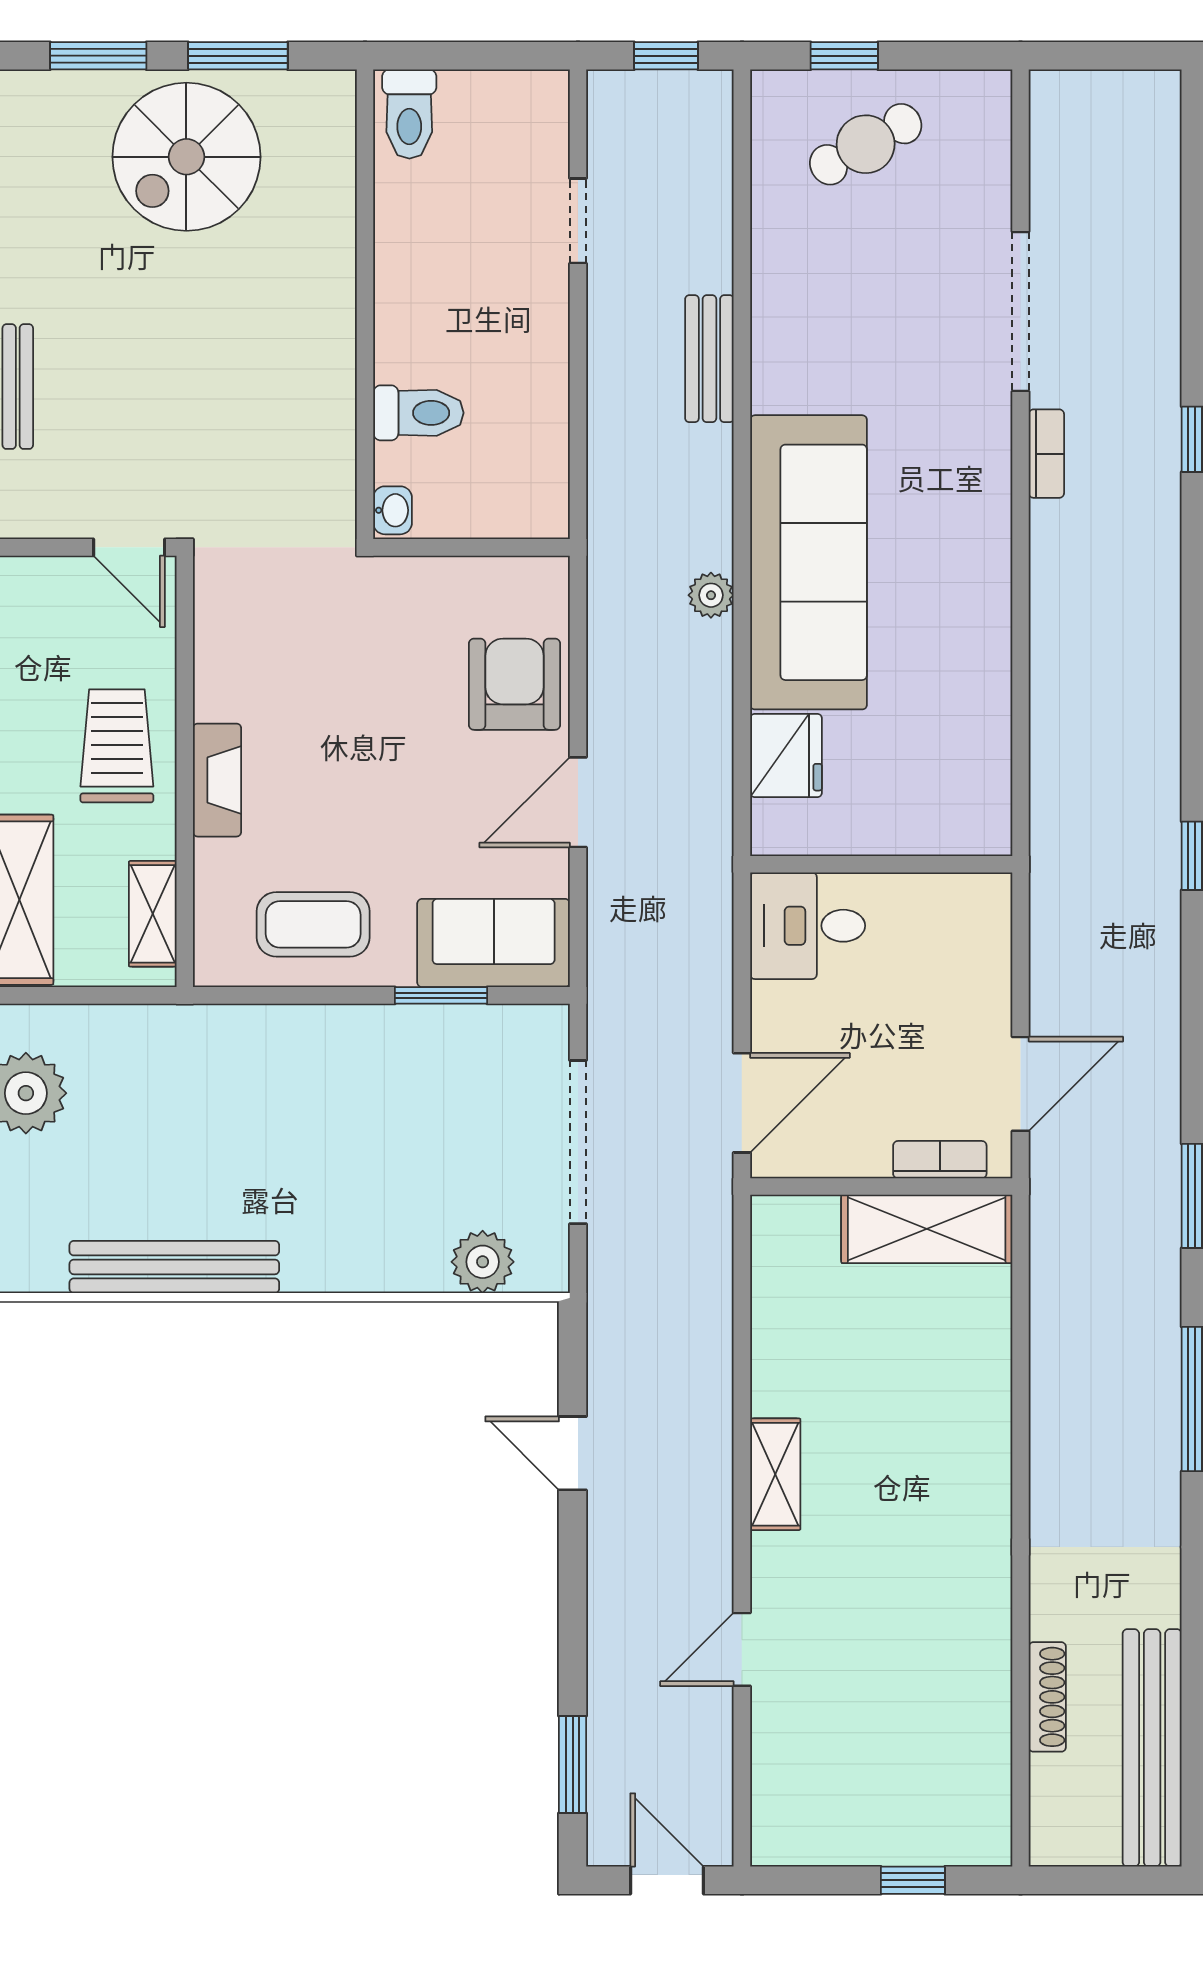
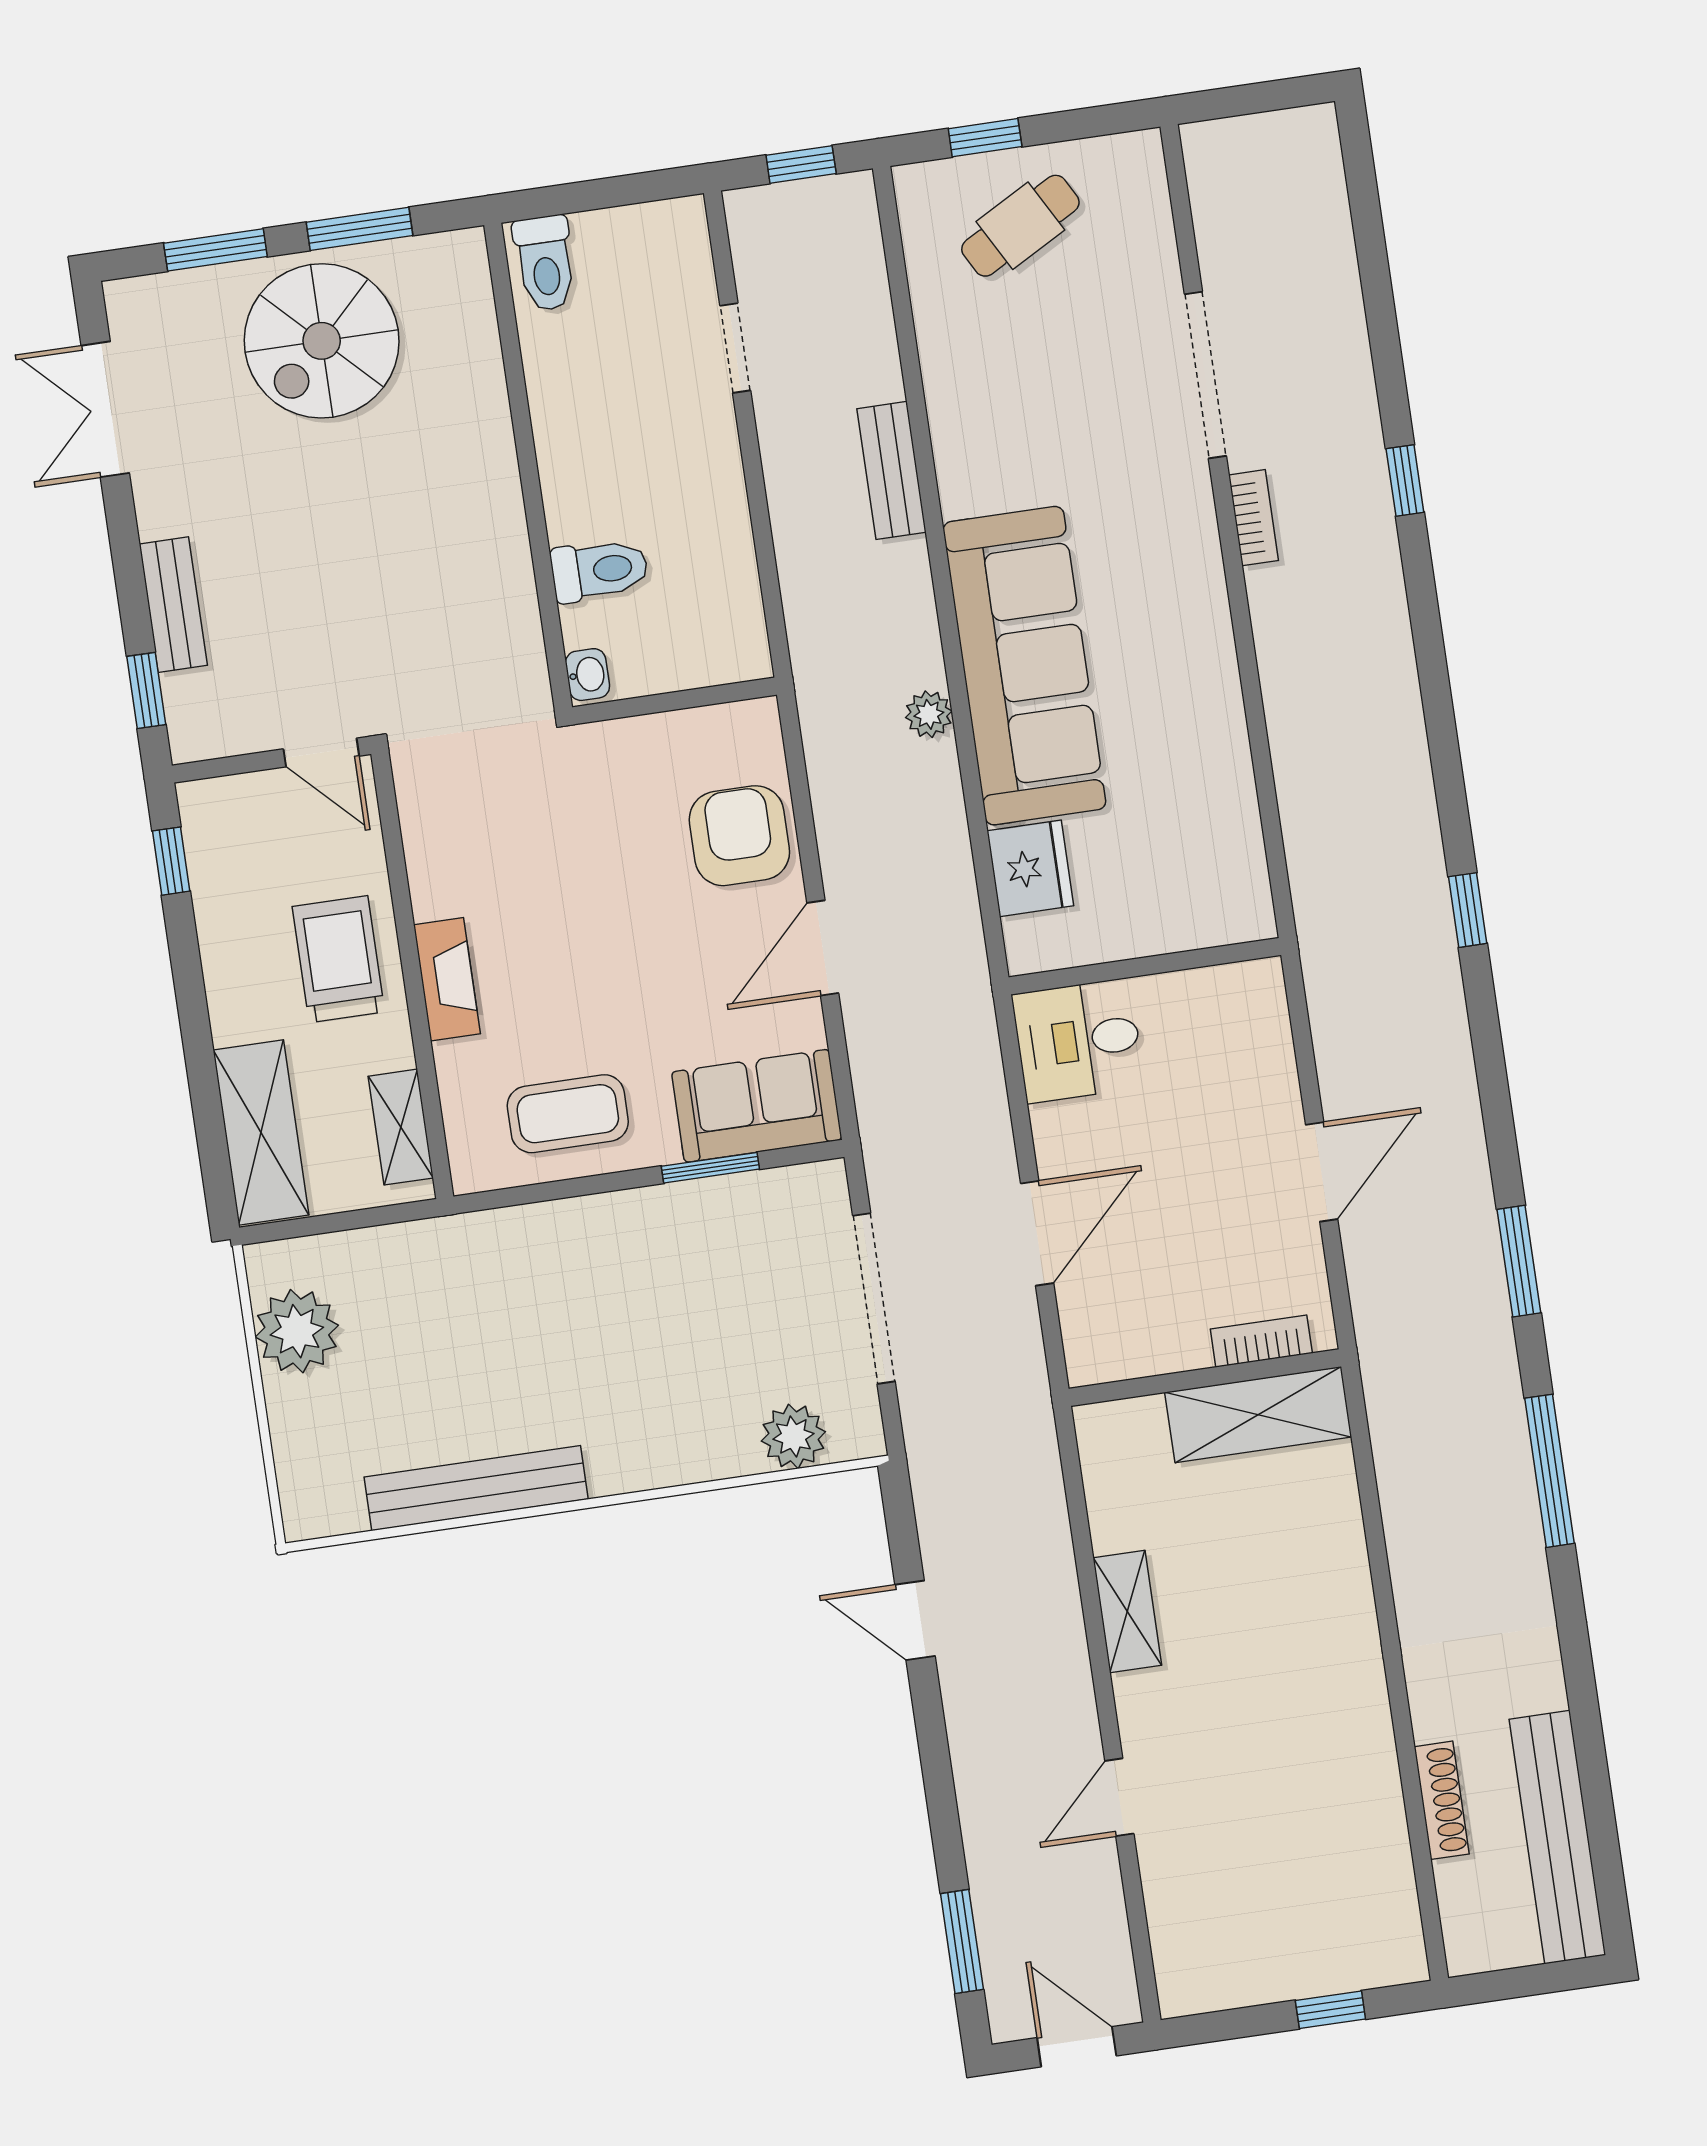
bookcase: (940, 1160) -> (1261, 1341), moved
wall: (881, 1187) -> (1205, 1378), moved
shelving: (927, 1229) -> (1258, 1415), moved

